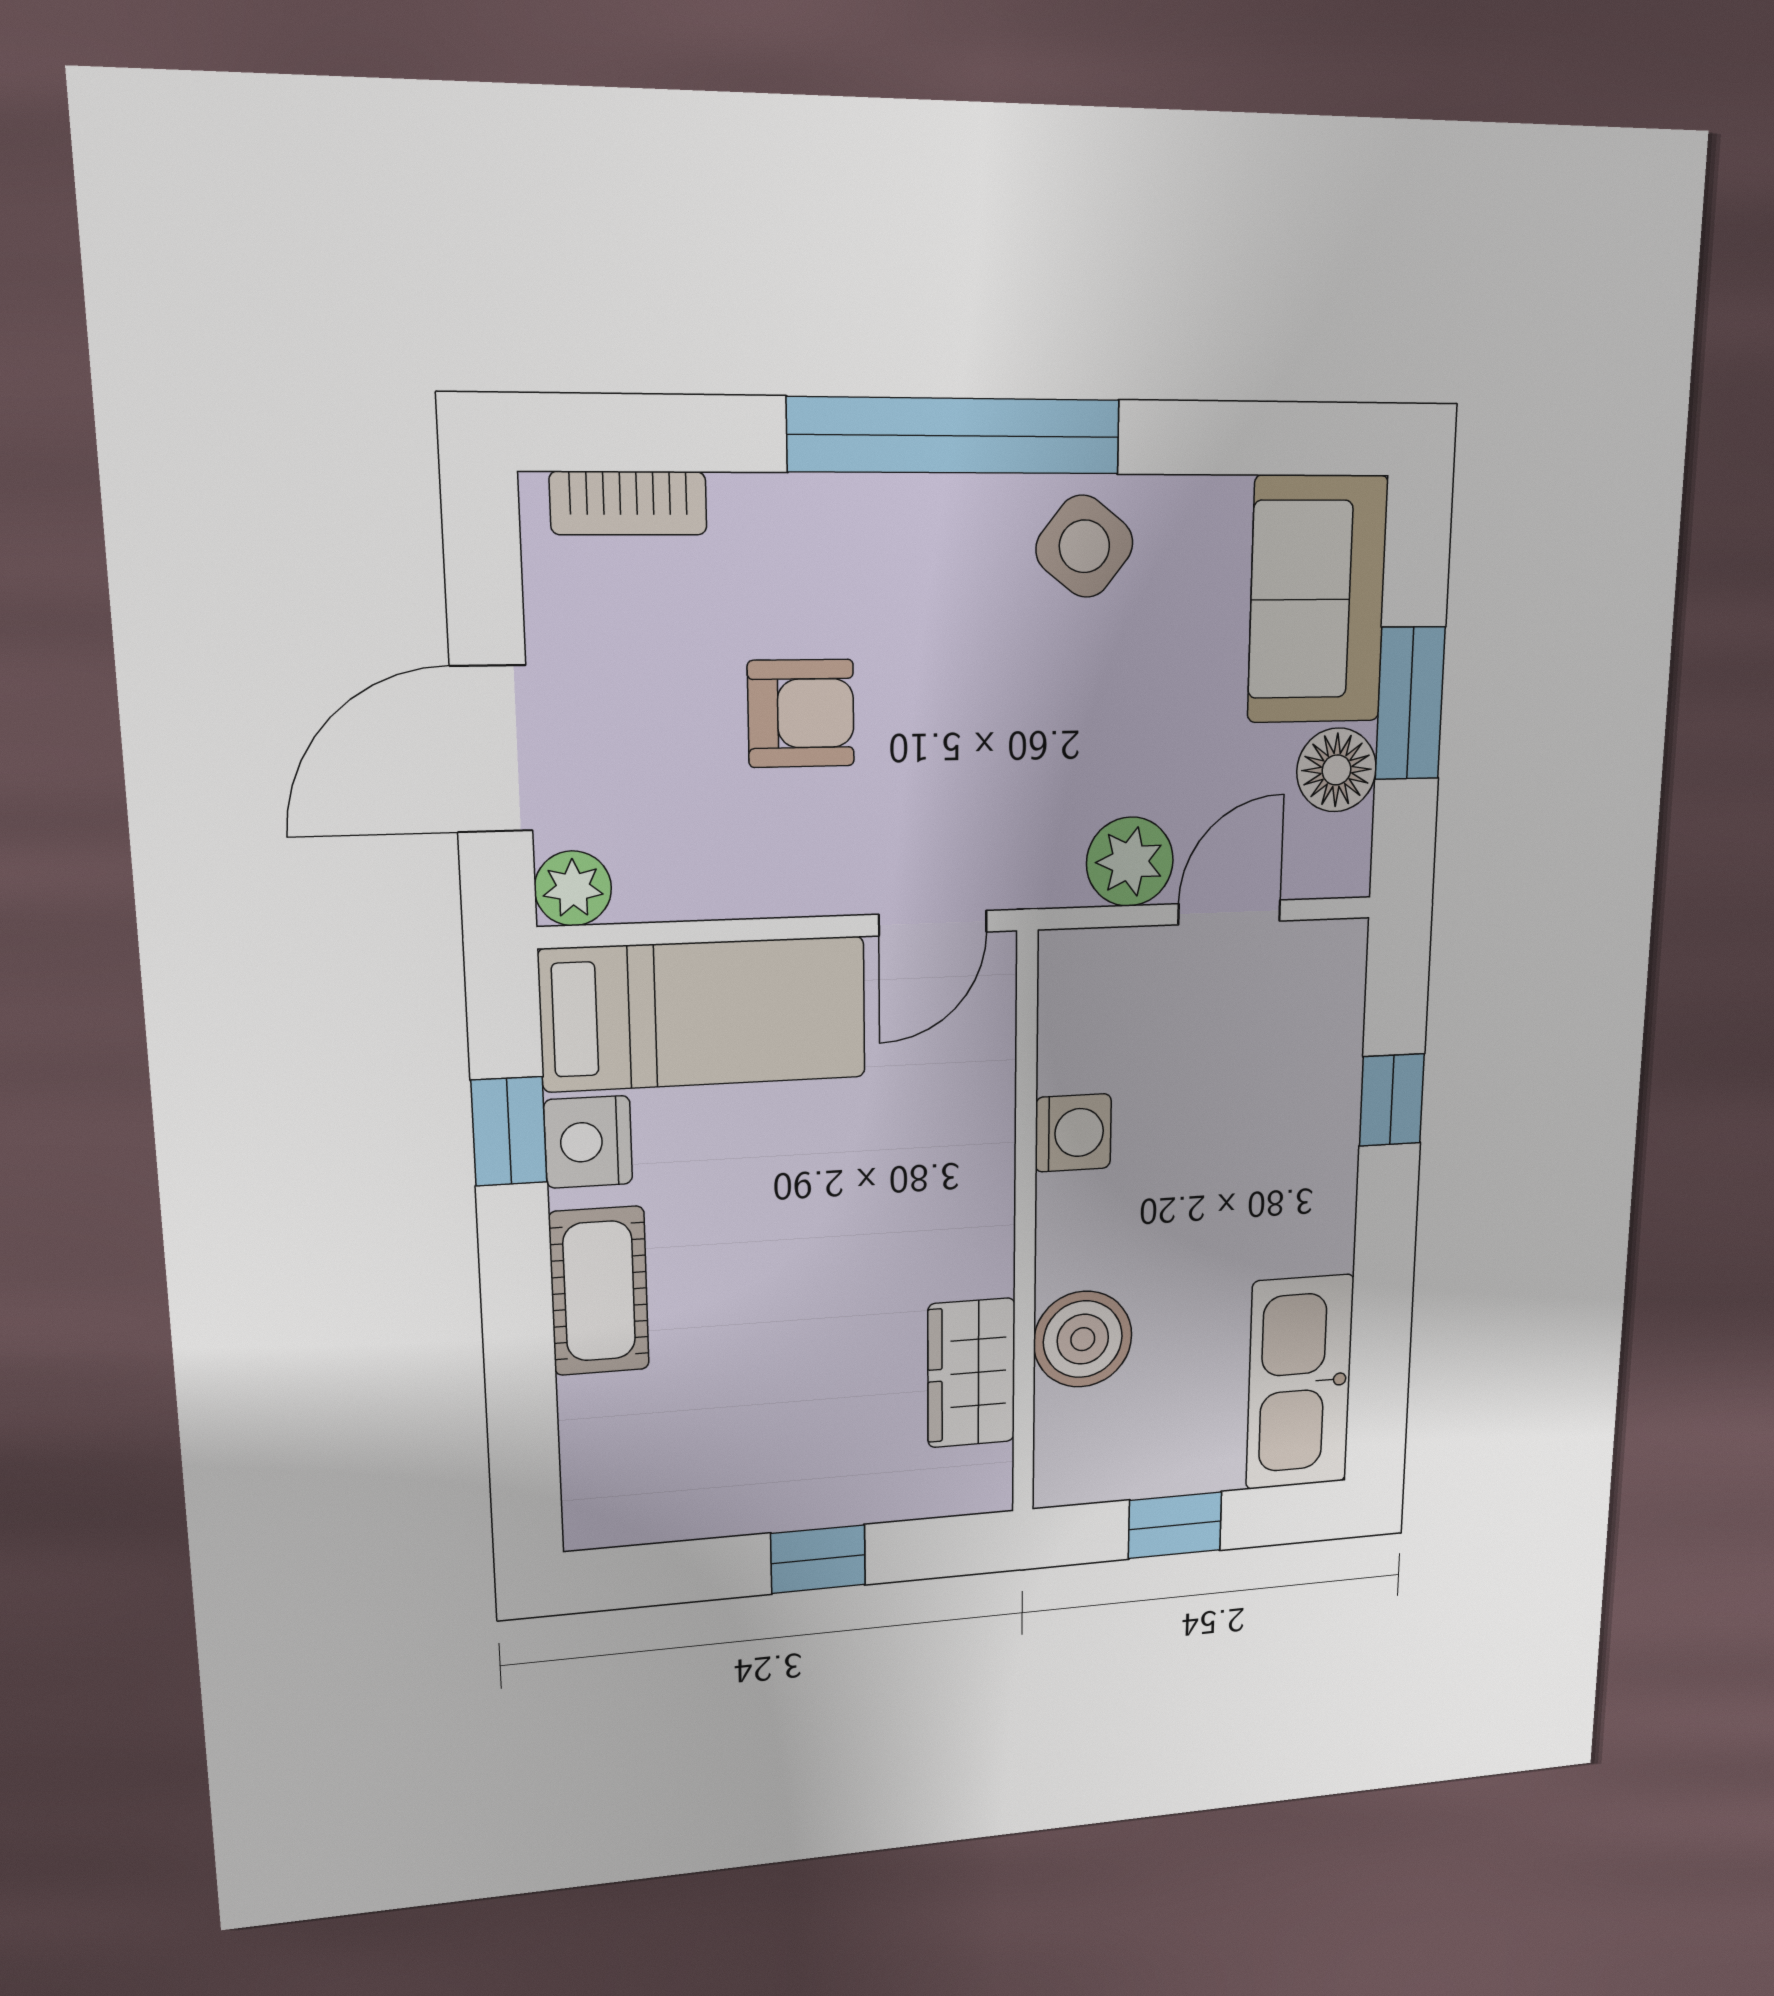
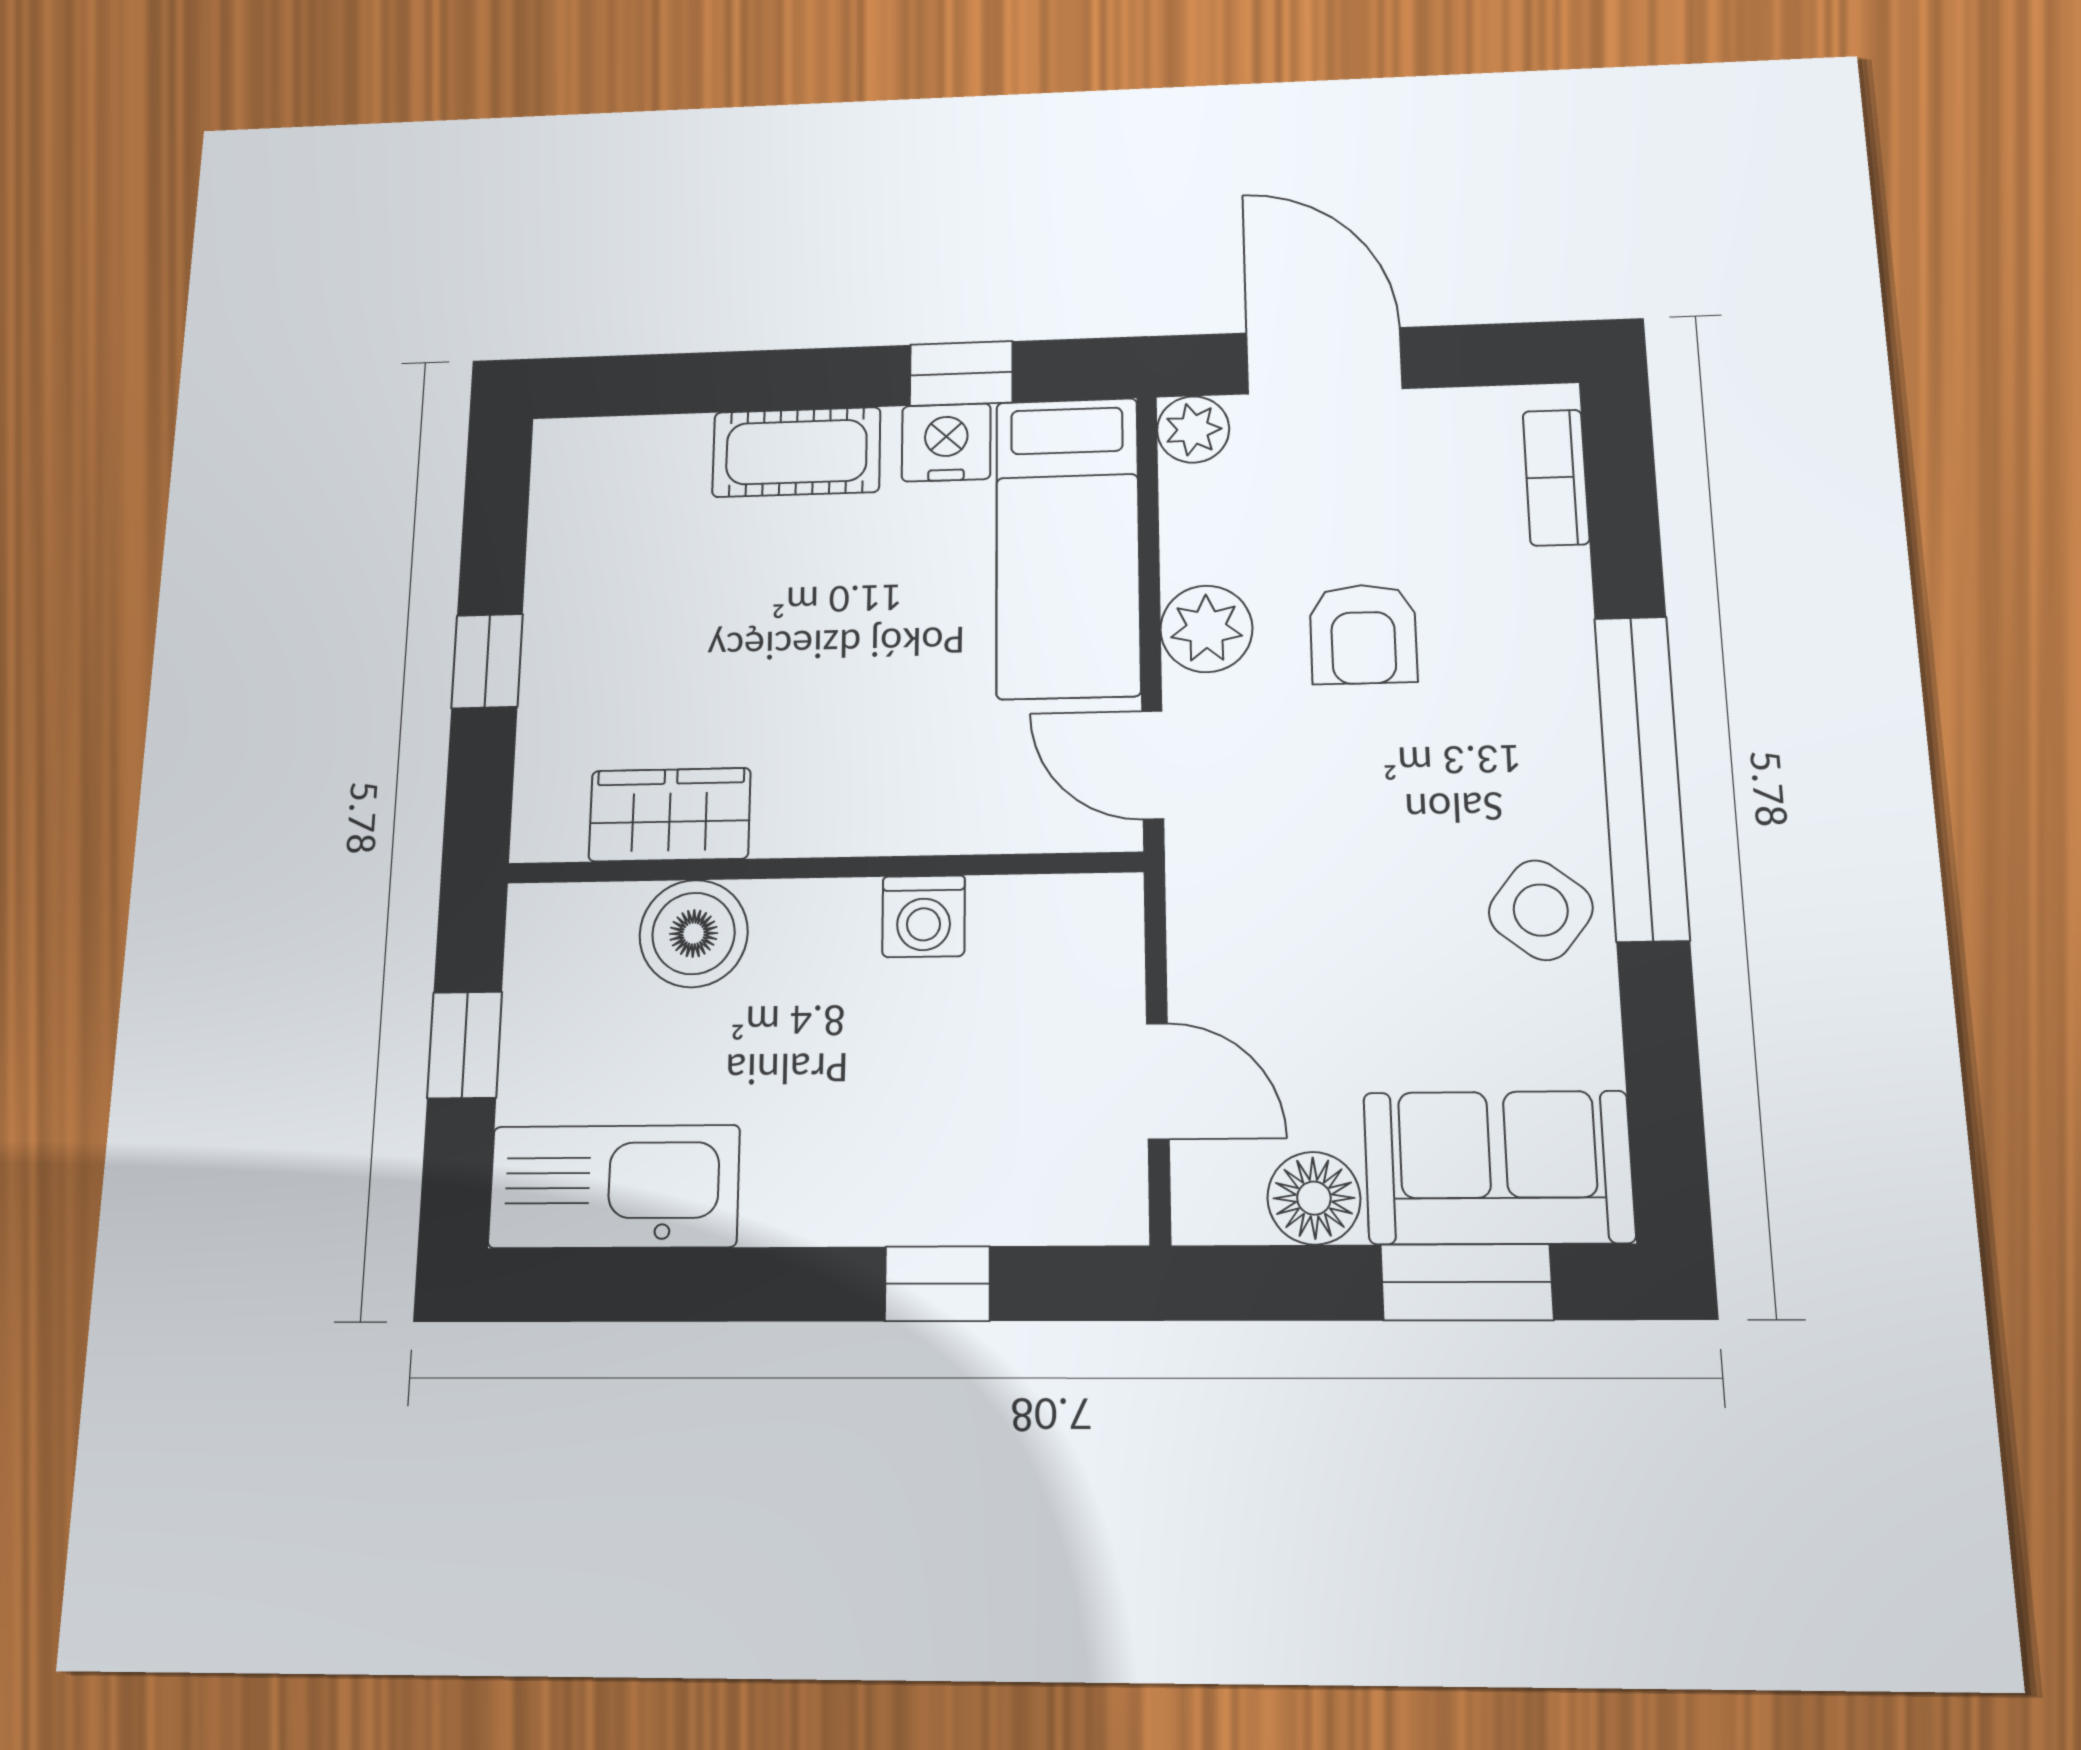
window: (1410, 703) -> (1467, 1282), moved
plant: (1130, 862) -> (1206, 629), moved

